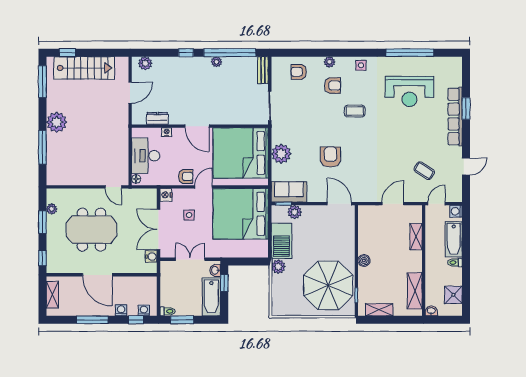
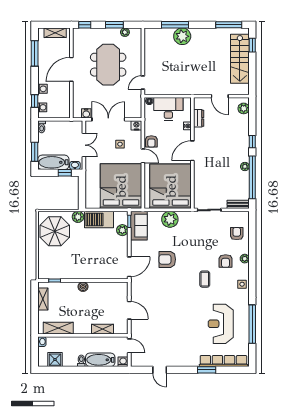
row of seats: (455, 117) -> (223, 361), moved
plant: (57, 122) -> (182, 36), moved
armchair: (330, 157) -> (167, 259), turned 180
coffee table: (424, 171) -> (156, 336), removed
parasol: (328, 285) -> (55, 231), moved, width x0.73, depth x0.73
window: (92, 320) -> (35, 53), moved
window: (182, 320) -> (35, 152), moved

